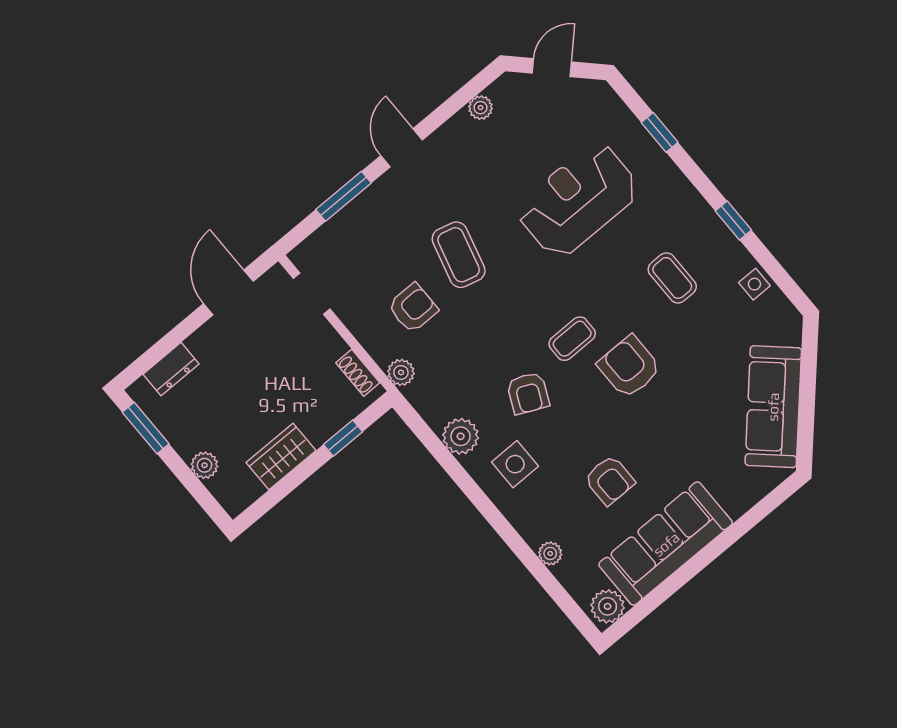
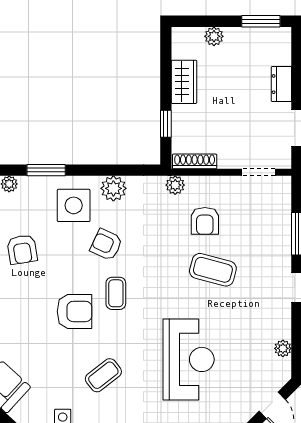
coffee table: (672, 278) -> (103, 375), turned -38
dresser: (171, 369) -> (281, 84), moved
shoe rack: (358, 373) -> (195, 161), width x1.43
side table: (515, 464) -> (74, 205), width x1.37, depth x1.37
armchair: (610, 480) -> (22, 249), turned -99
window: (502, 526) -> (46, 170), added

